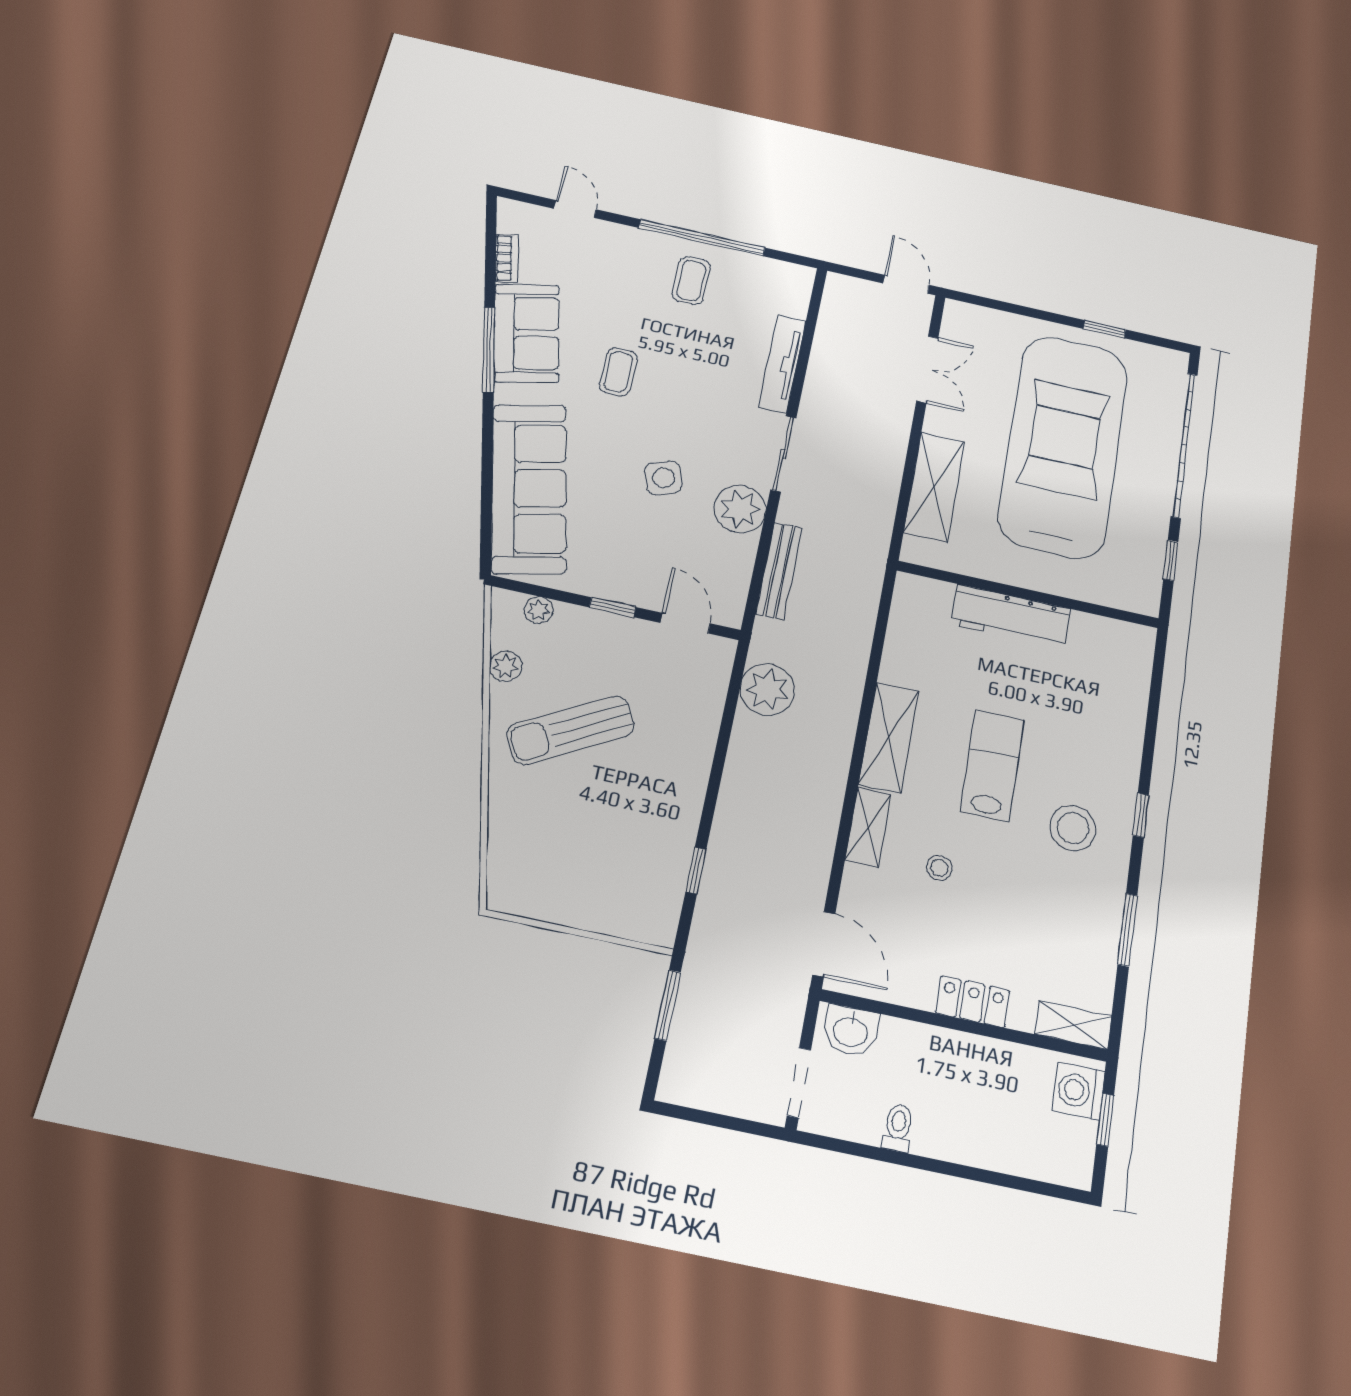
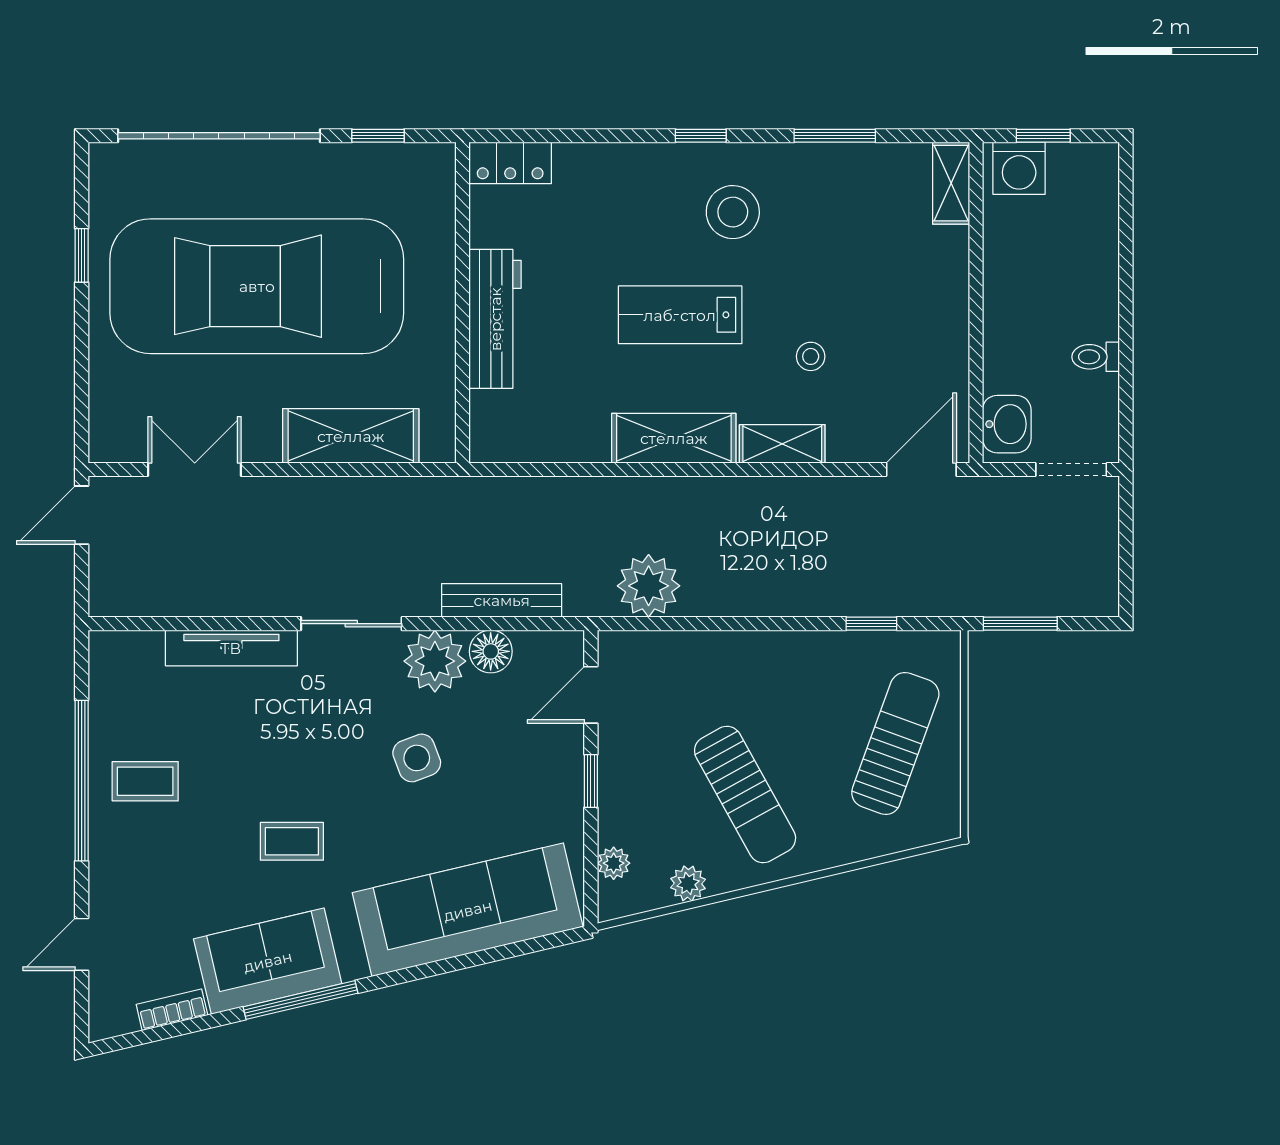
floor lamp: (739, 553) -> (491, 651), added
sun lounger: (585, 869) -> (895, 743), added
locker: (973, 1002) -> (510, 163), moved, turned -90

